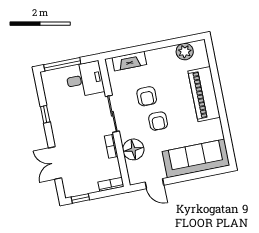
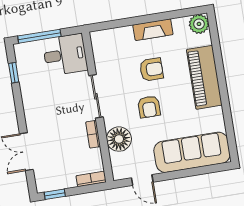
plant: (185, 52) -> (199, 24), moved
fireplace: (129, 61) -> (153, 30), moved
armchair: (147, 96) -> (151, 69), moved, turned -90
window: (45, 114) -> (14, 73), moved

